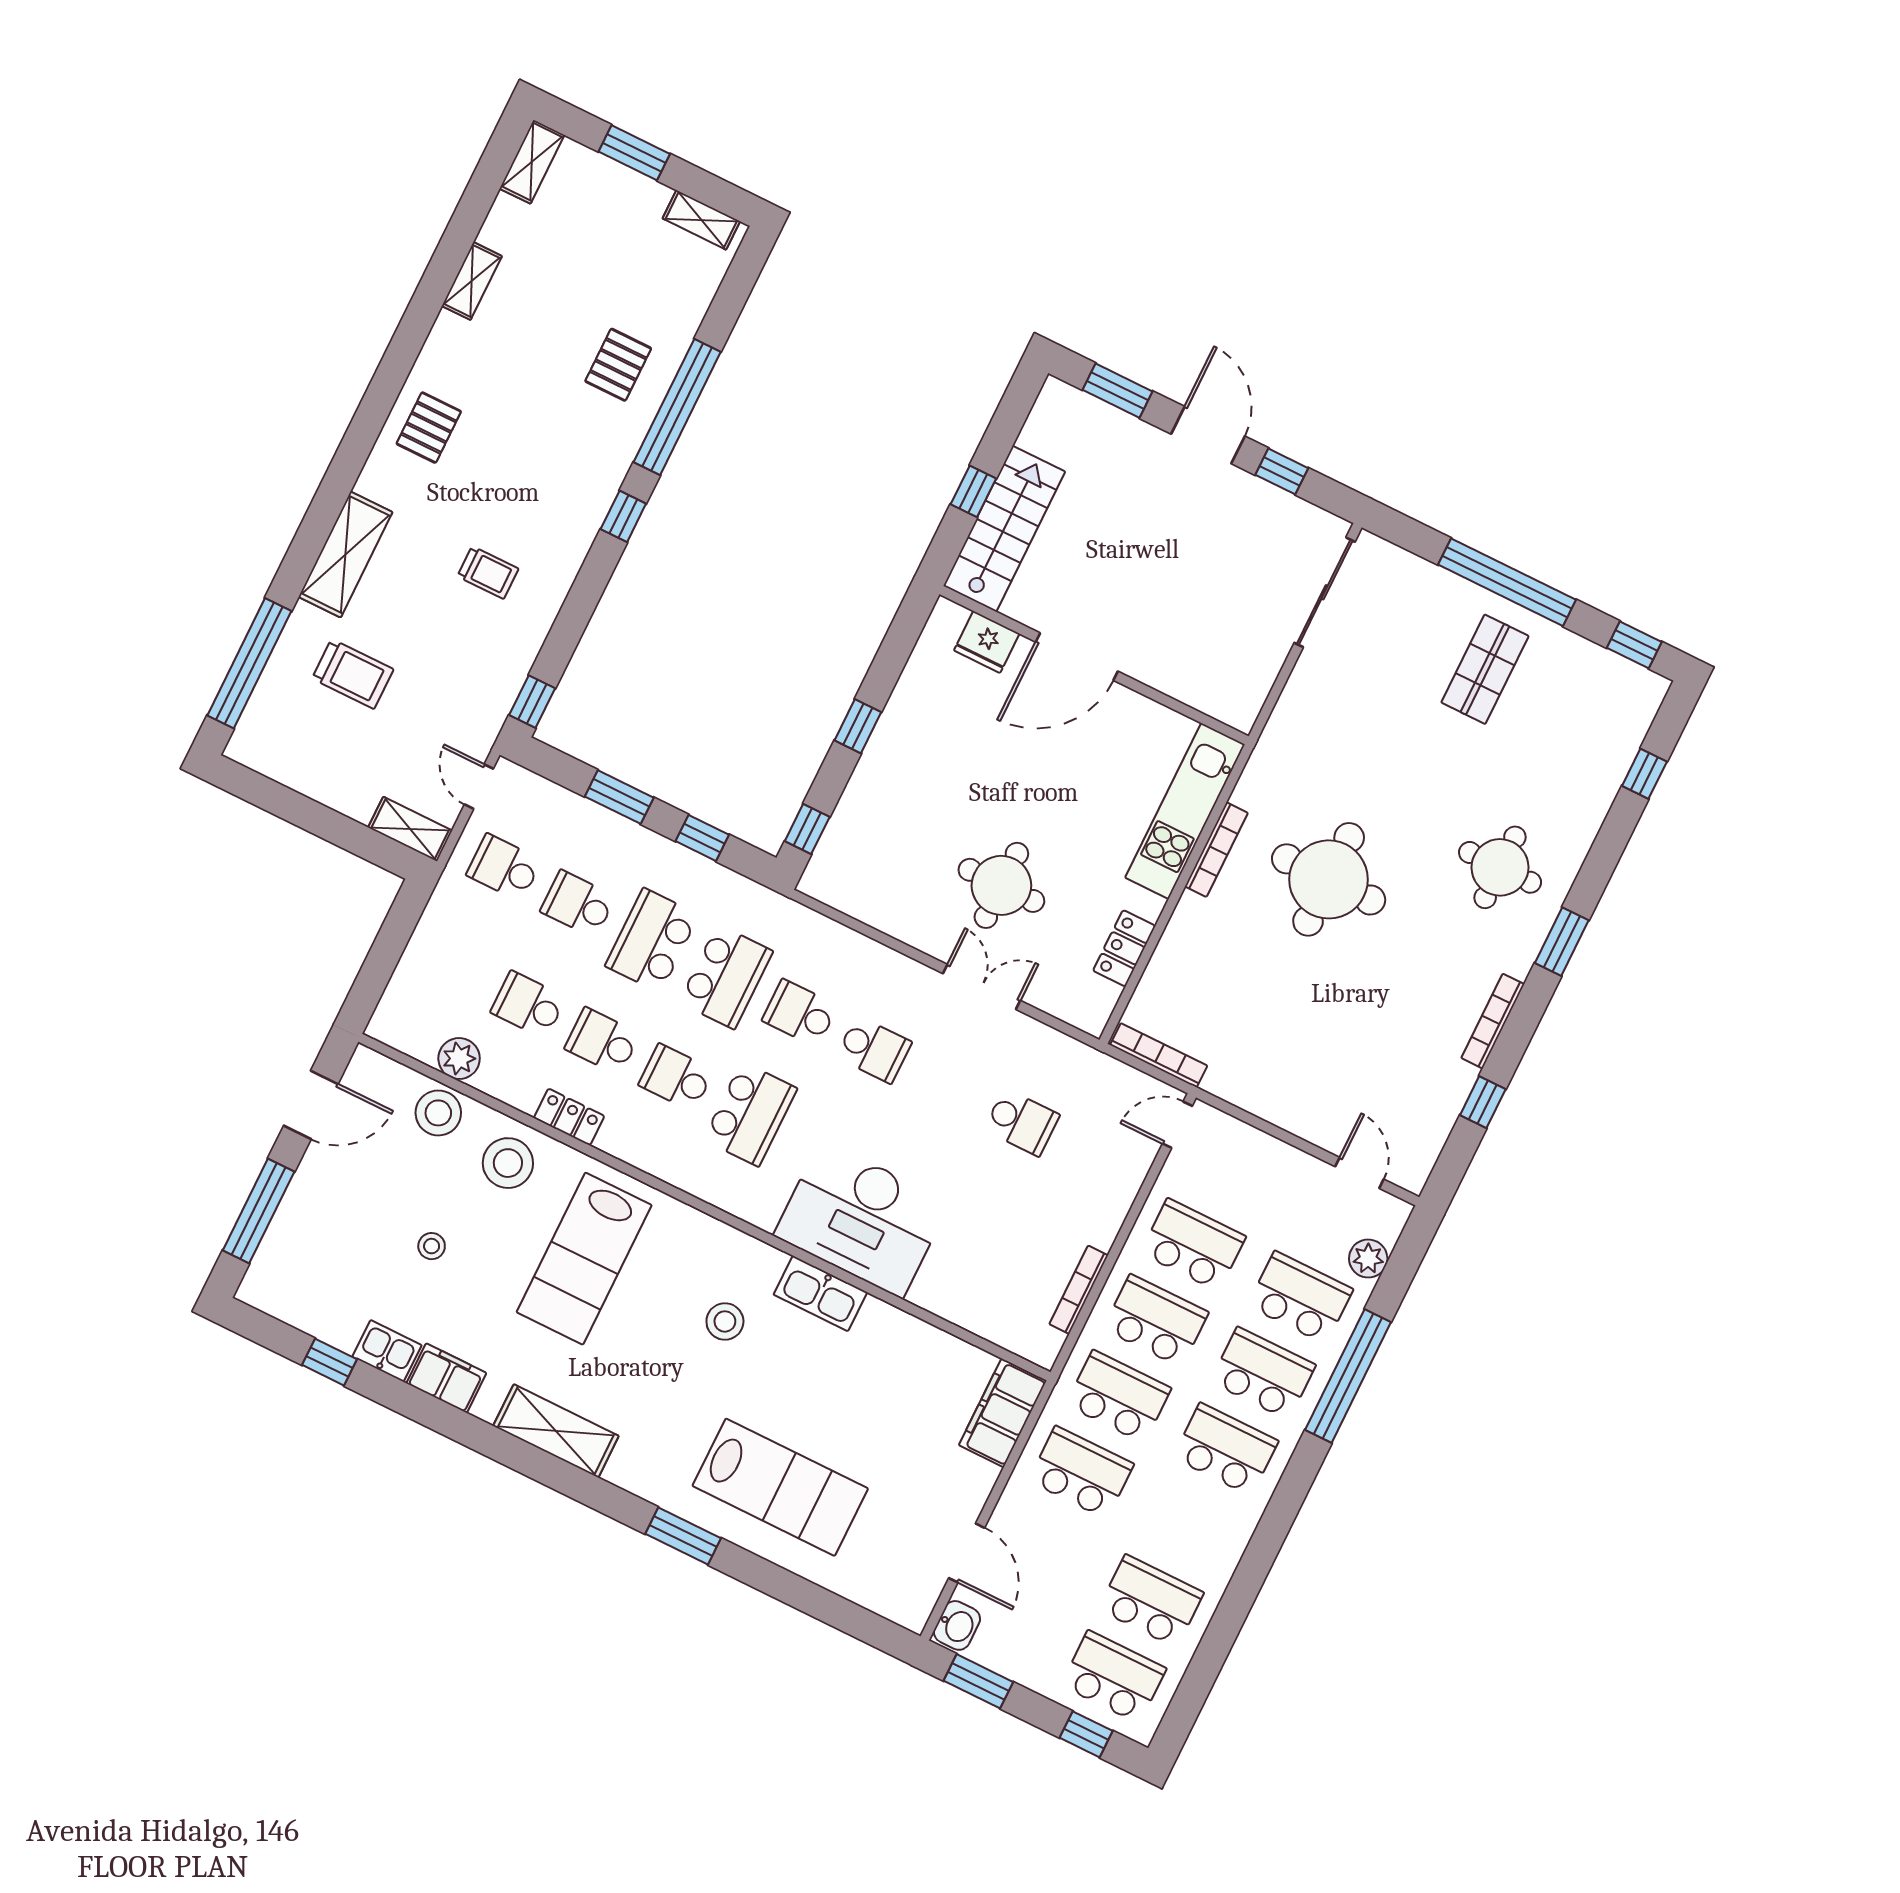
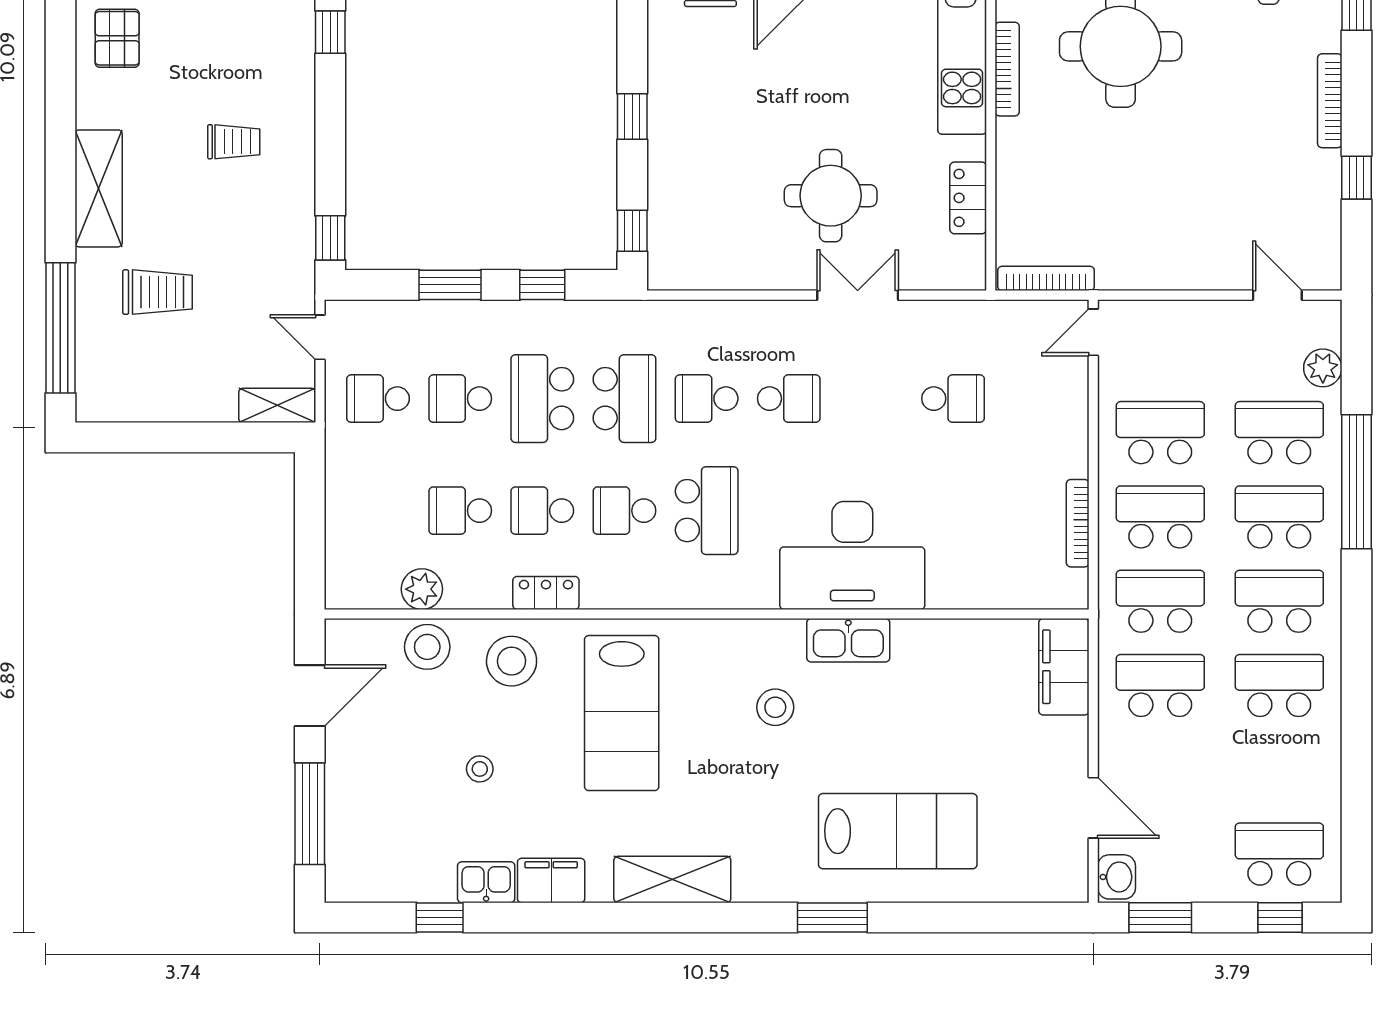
school desk: (1151, 1601) -> (1279, 685), moved

